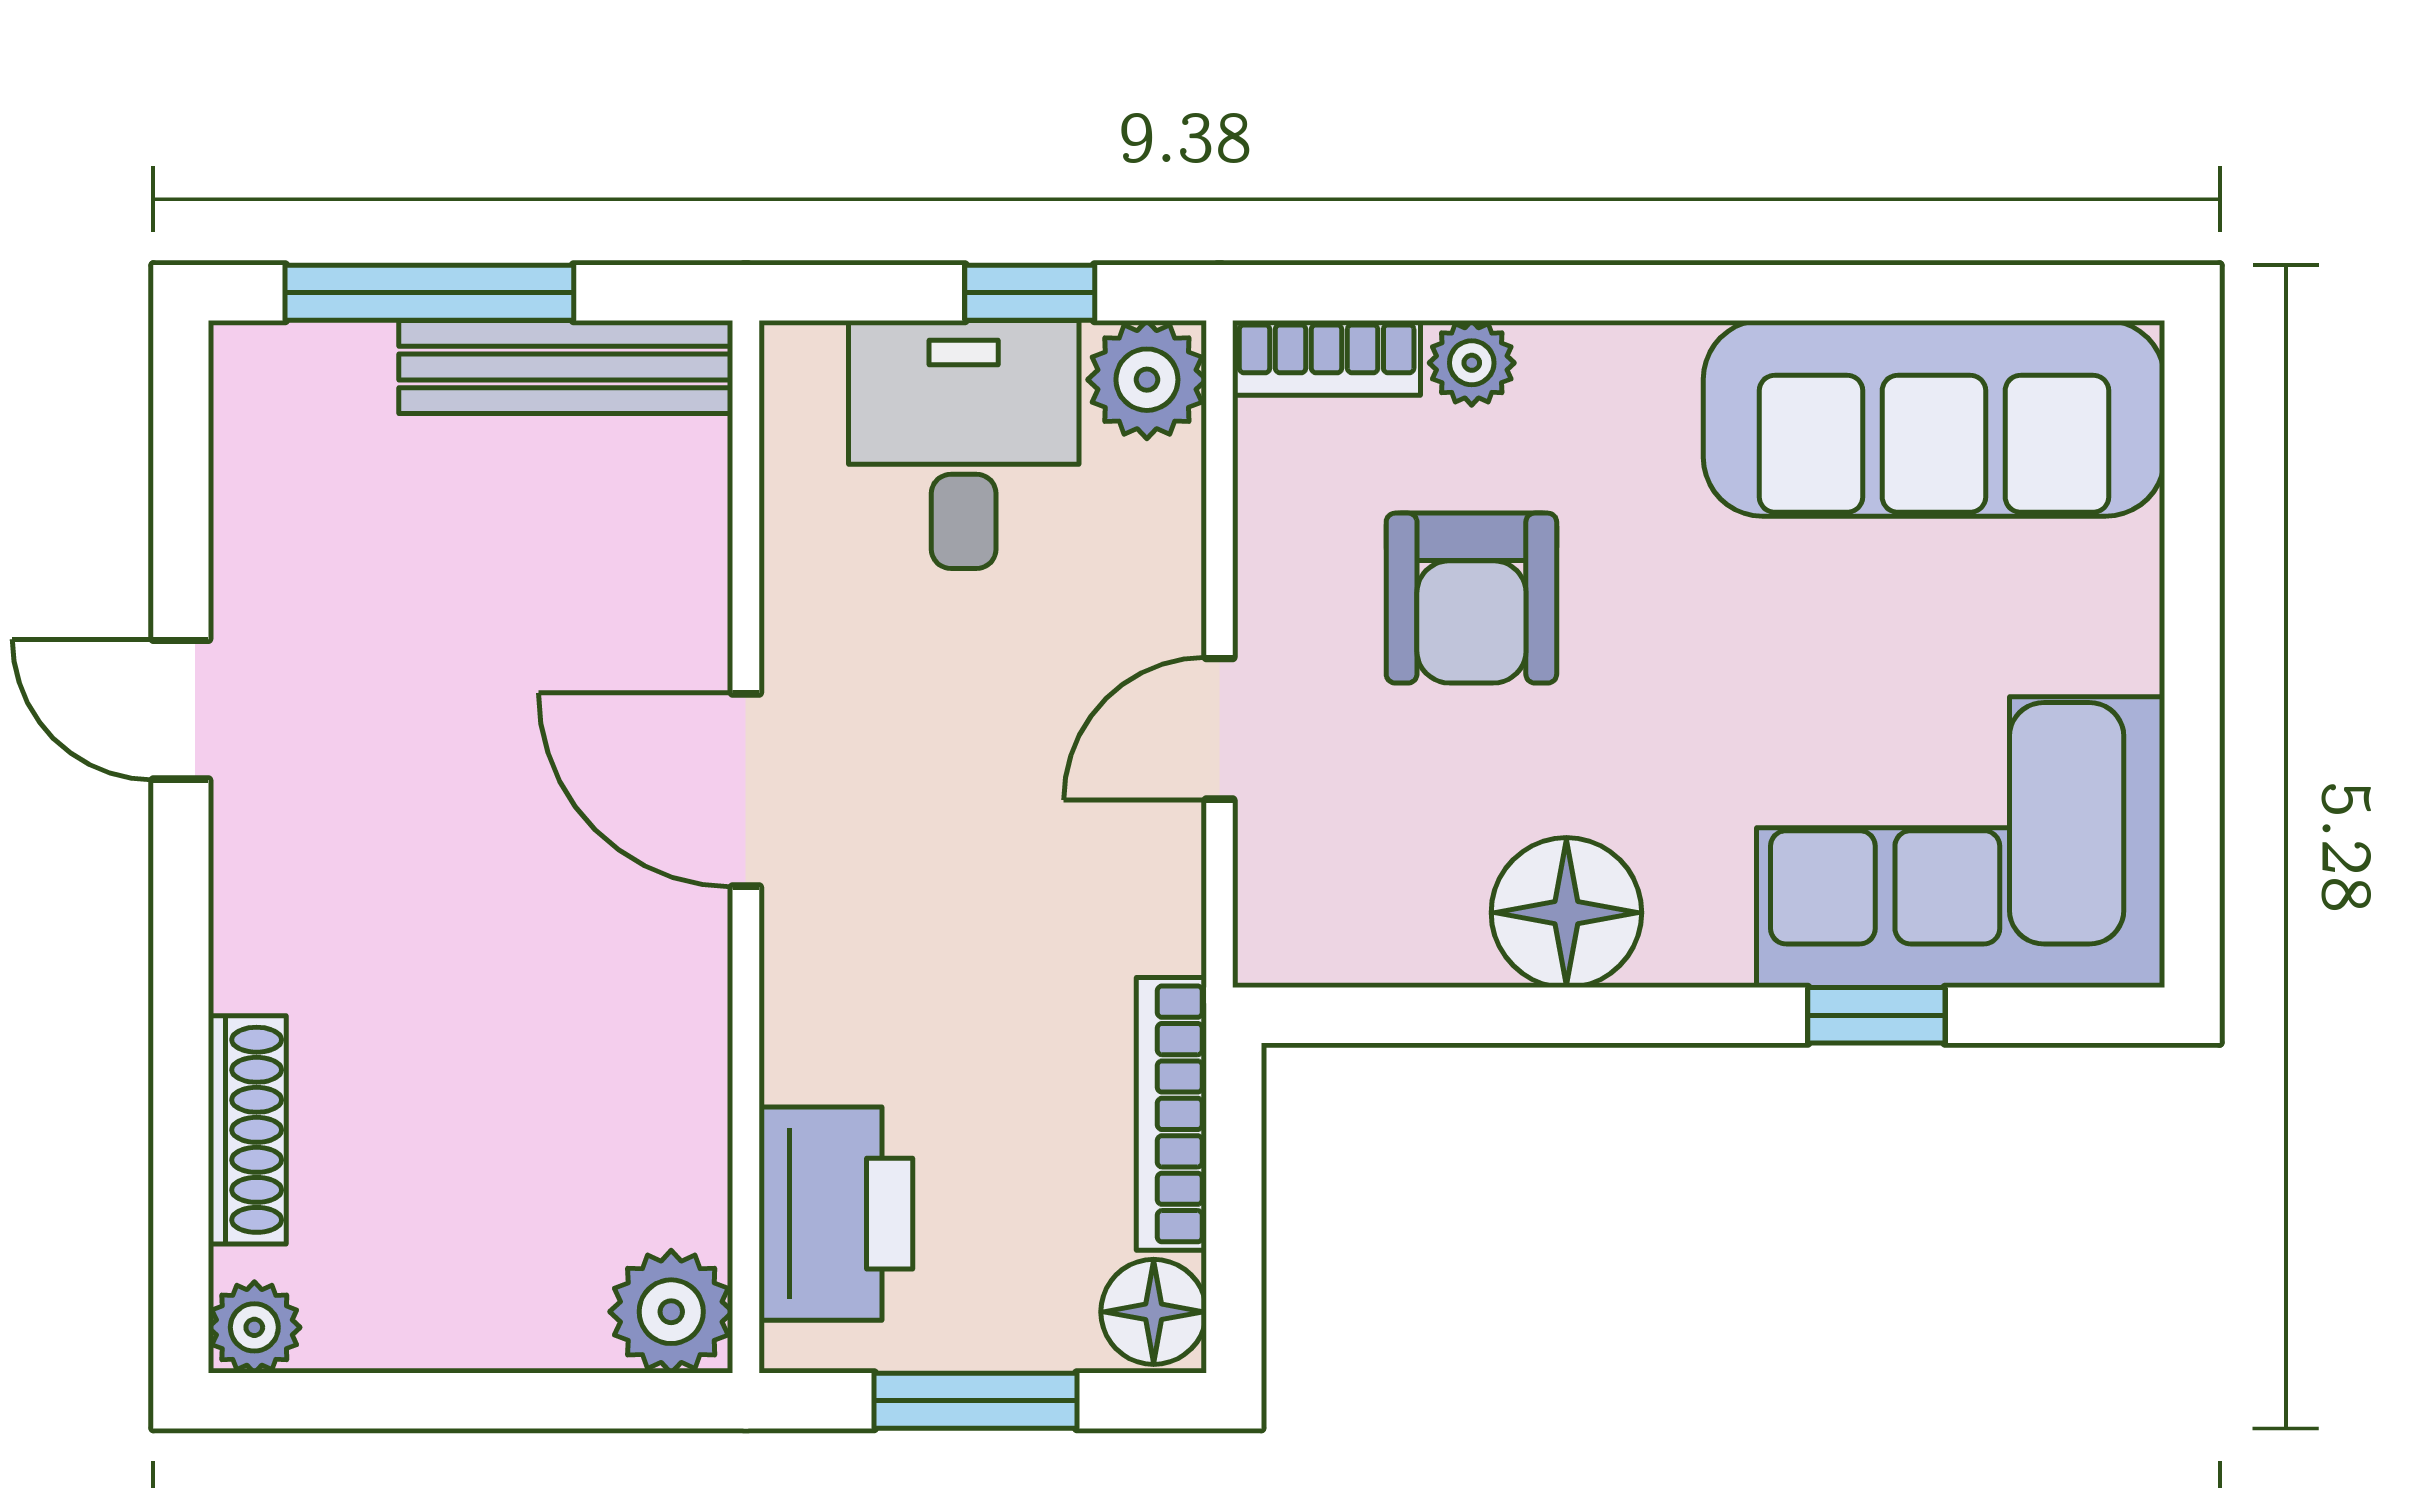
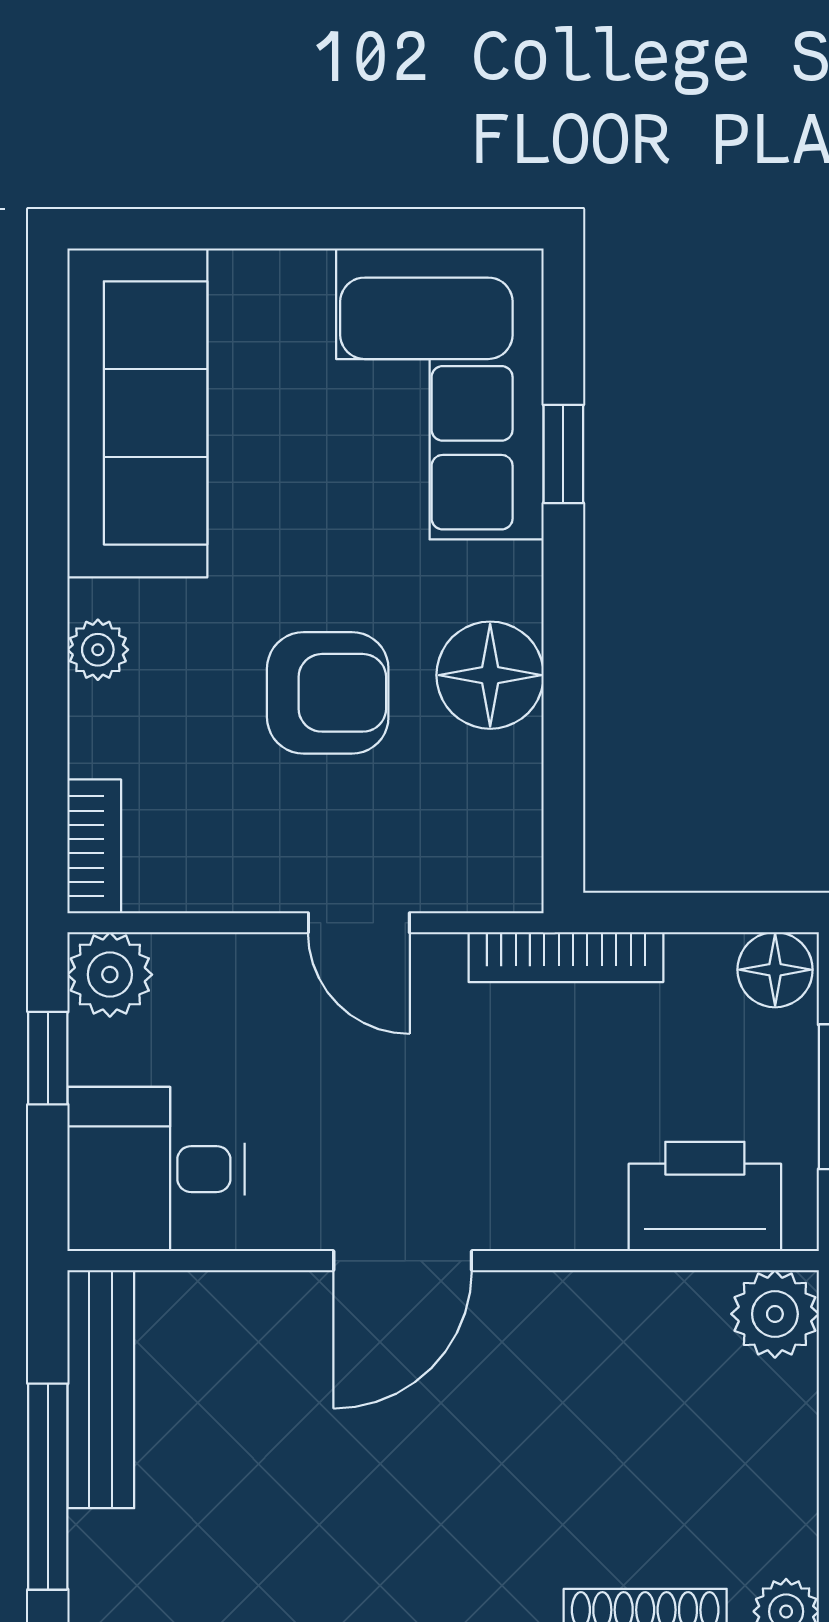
plant: (1472, 363) -> (98, 650), moved
desk: (964, 444) -> (156, 1169), moved
armchair: (1471, 598) -> (328, 693), moved
bookcase: (1171, 1114) -> (566, 957), moved

